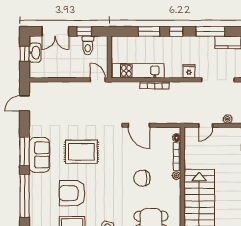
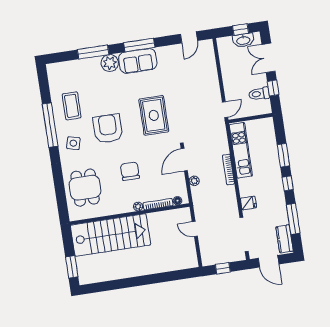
door: (25, 103) -> (189, 37), swing flipped
plant: (228, 119) -> (194, 181), moved
rug: (81, 152) -> (154, 115), moved
plant: (37, 182) -> (110, 63), added
armchair: (72, 193) -> (108, 129), moved
window: (25, 196) -> (93, 52), width x0.68

